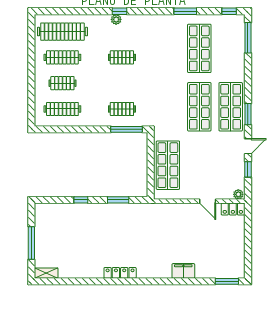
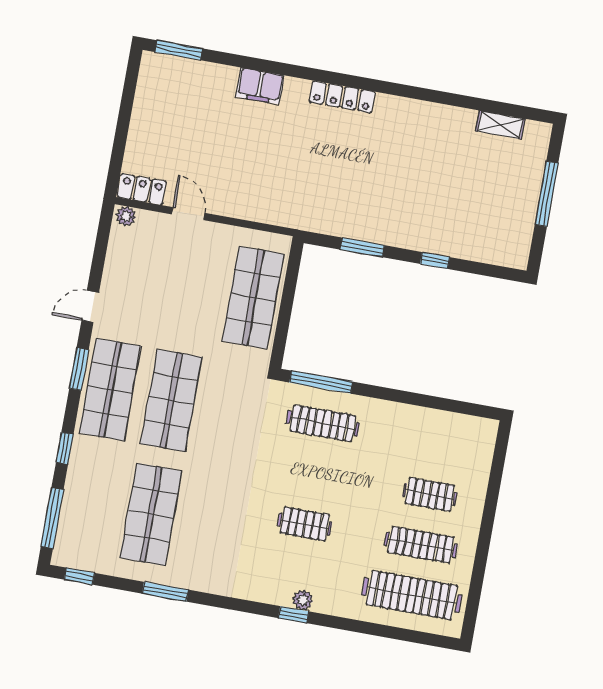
clothes rail: (62, 109) -> (439, 444), removed
clothes rail: (122, 109) -> (323, 423), width x1.36
window: (248, 169) -> (65, 448), moved
shelving: (46, 273) -> (500, 125), moved
locker: (120, 273) -> (342, 97), moved

